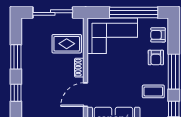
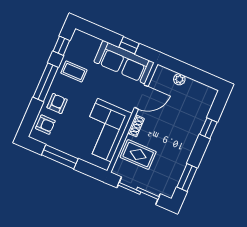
window: (134, 13) -> (60, 157), width x0.68
corner sofa: (112, 36) -> (104, 130), moved, turned -90
window: (16, 57) -> (187, 177), moved

